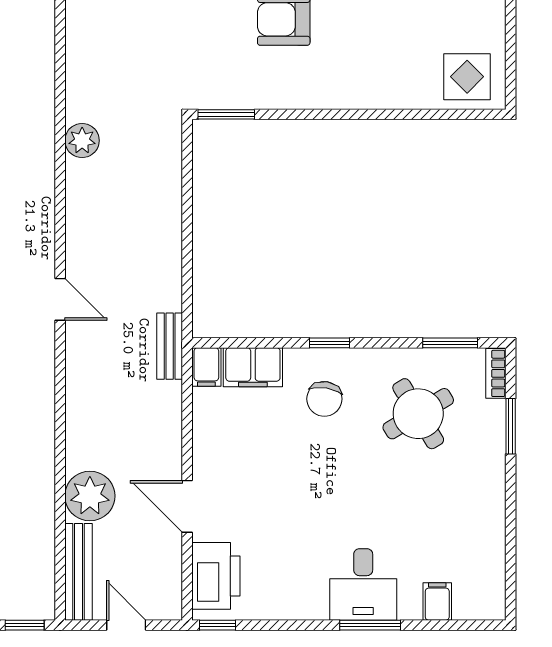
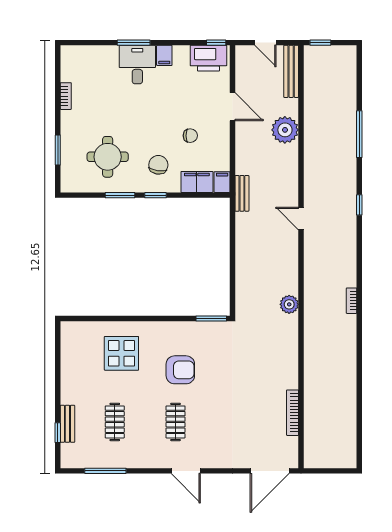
display table: (467, 77) -> (121, 353), moved, width x1.36, depth x1.36
window: (450, 343) -> (120, 195), moved
bookcase: (496, 373) -> (66, 96), moved
round table: (418, 414) -> (108, 157), turned 31
chair: (265, 453) -> (190, 136), added
plant: (90, 496) -> (285, 130), moved
printer: (216, 576) -> (208, 58), moved, turned -90
filing cabinet: (437, 601) -> (164, 55), moved

